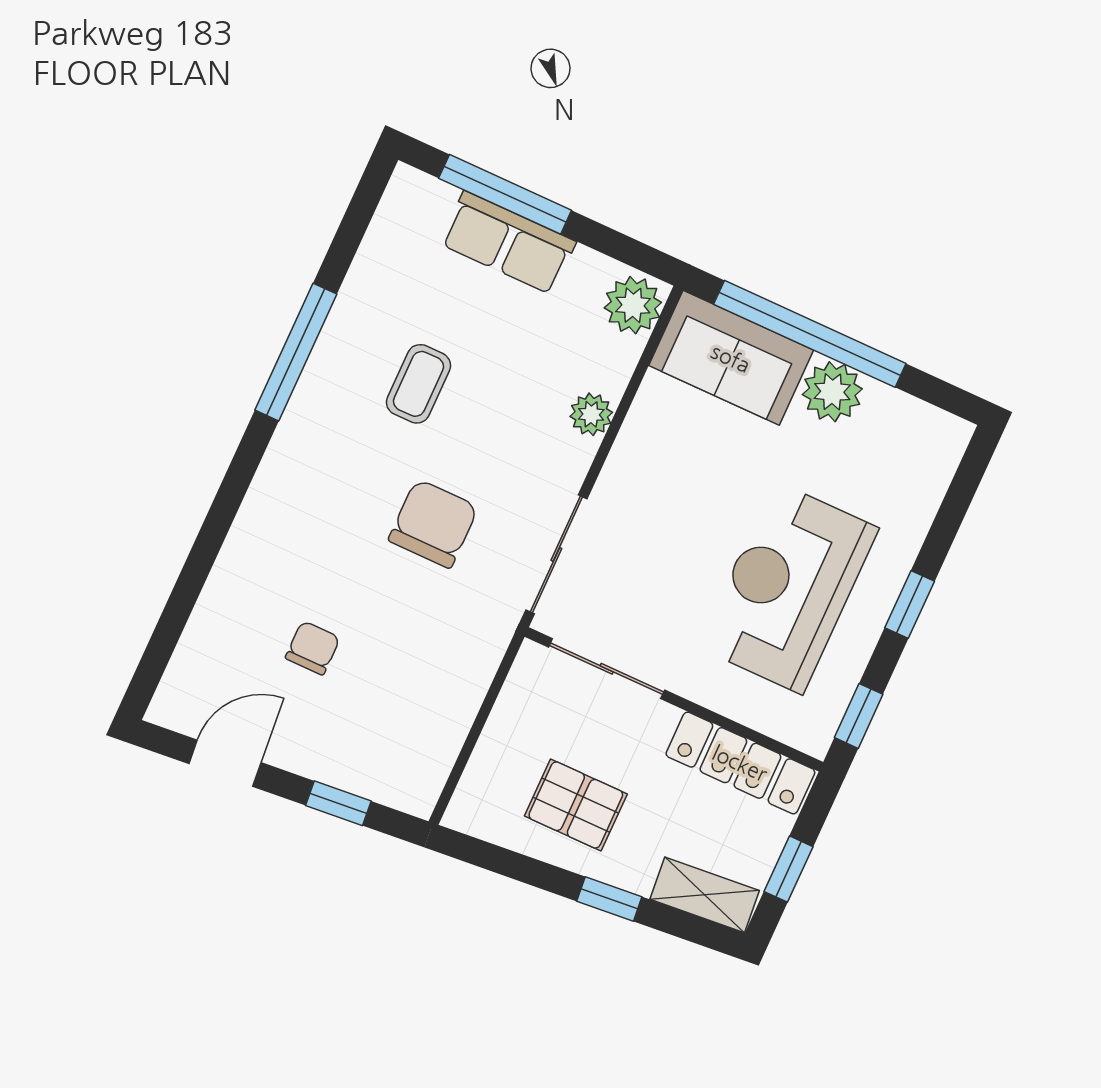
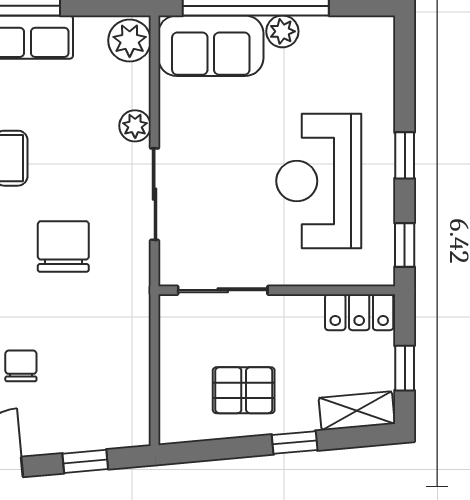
plant: (832, 392) -> (282, 31), width x0.73, depth x0.73
sliding door: (556, 554) -> (155, 194), moved
locker: (740, 763) -> (359, 312), width x0.66

